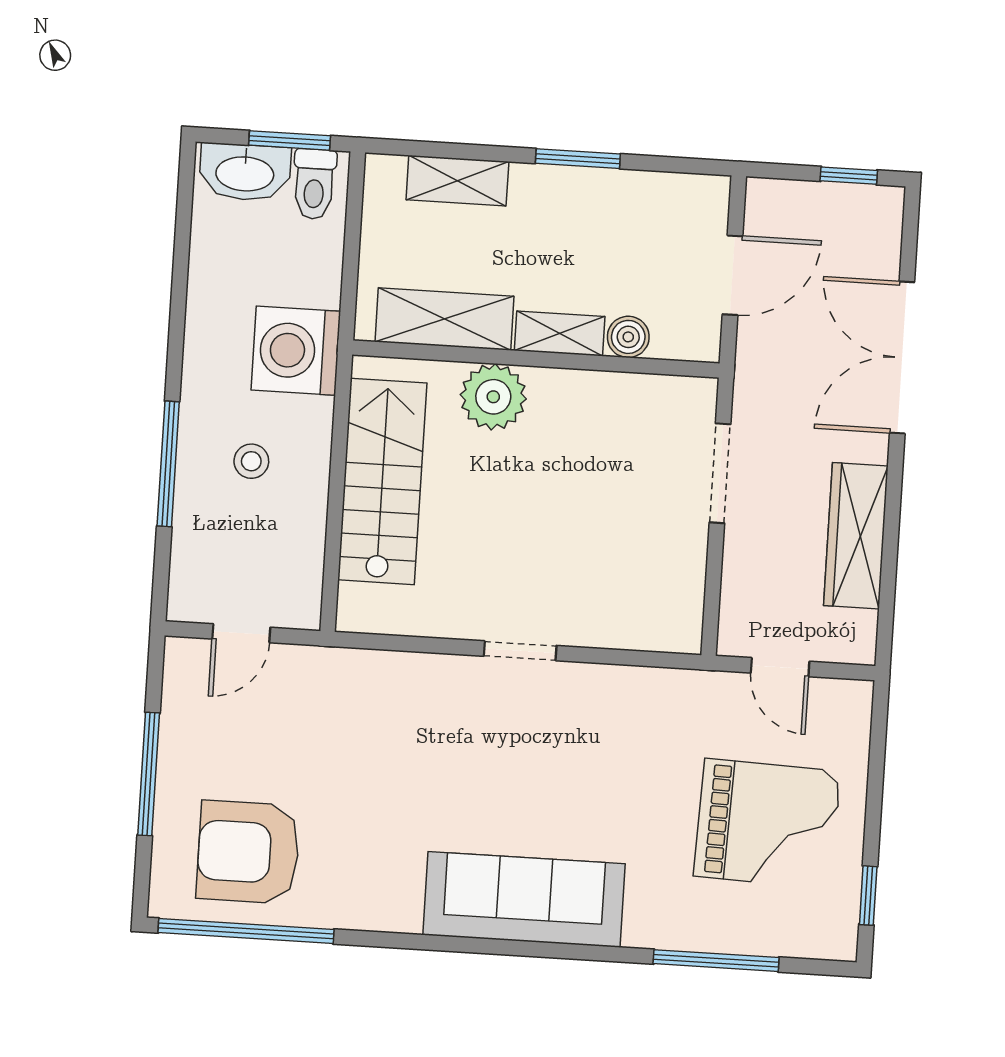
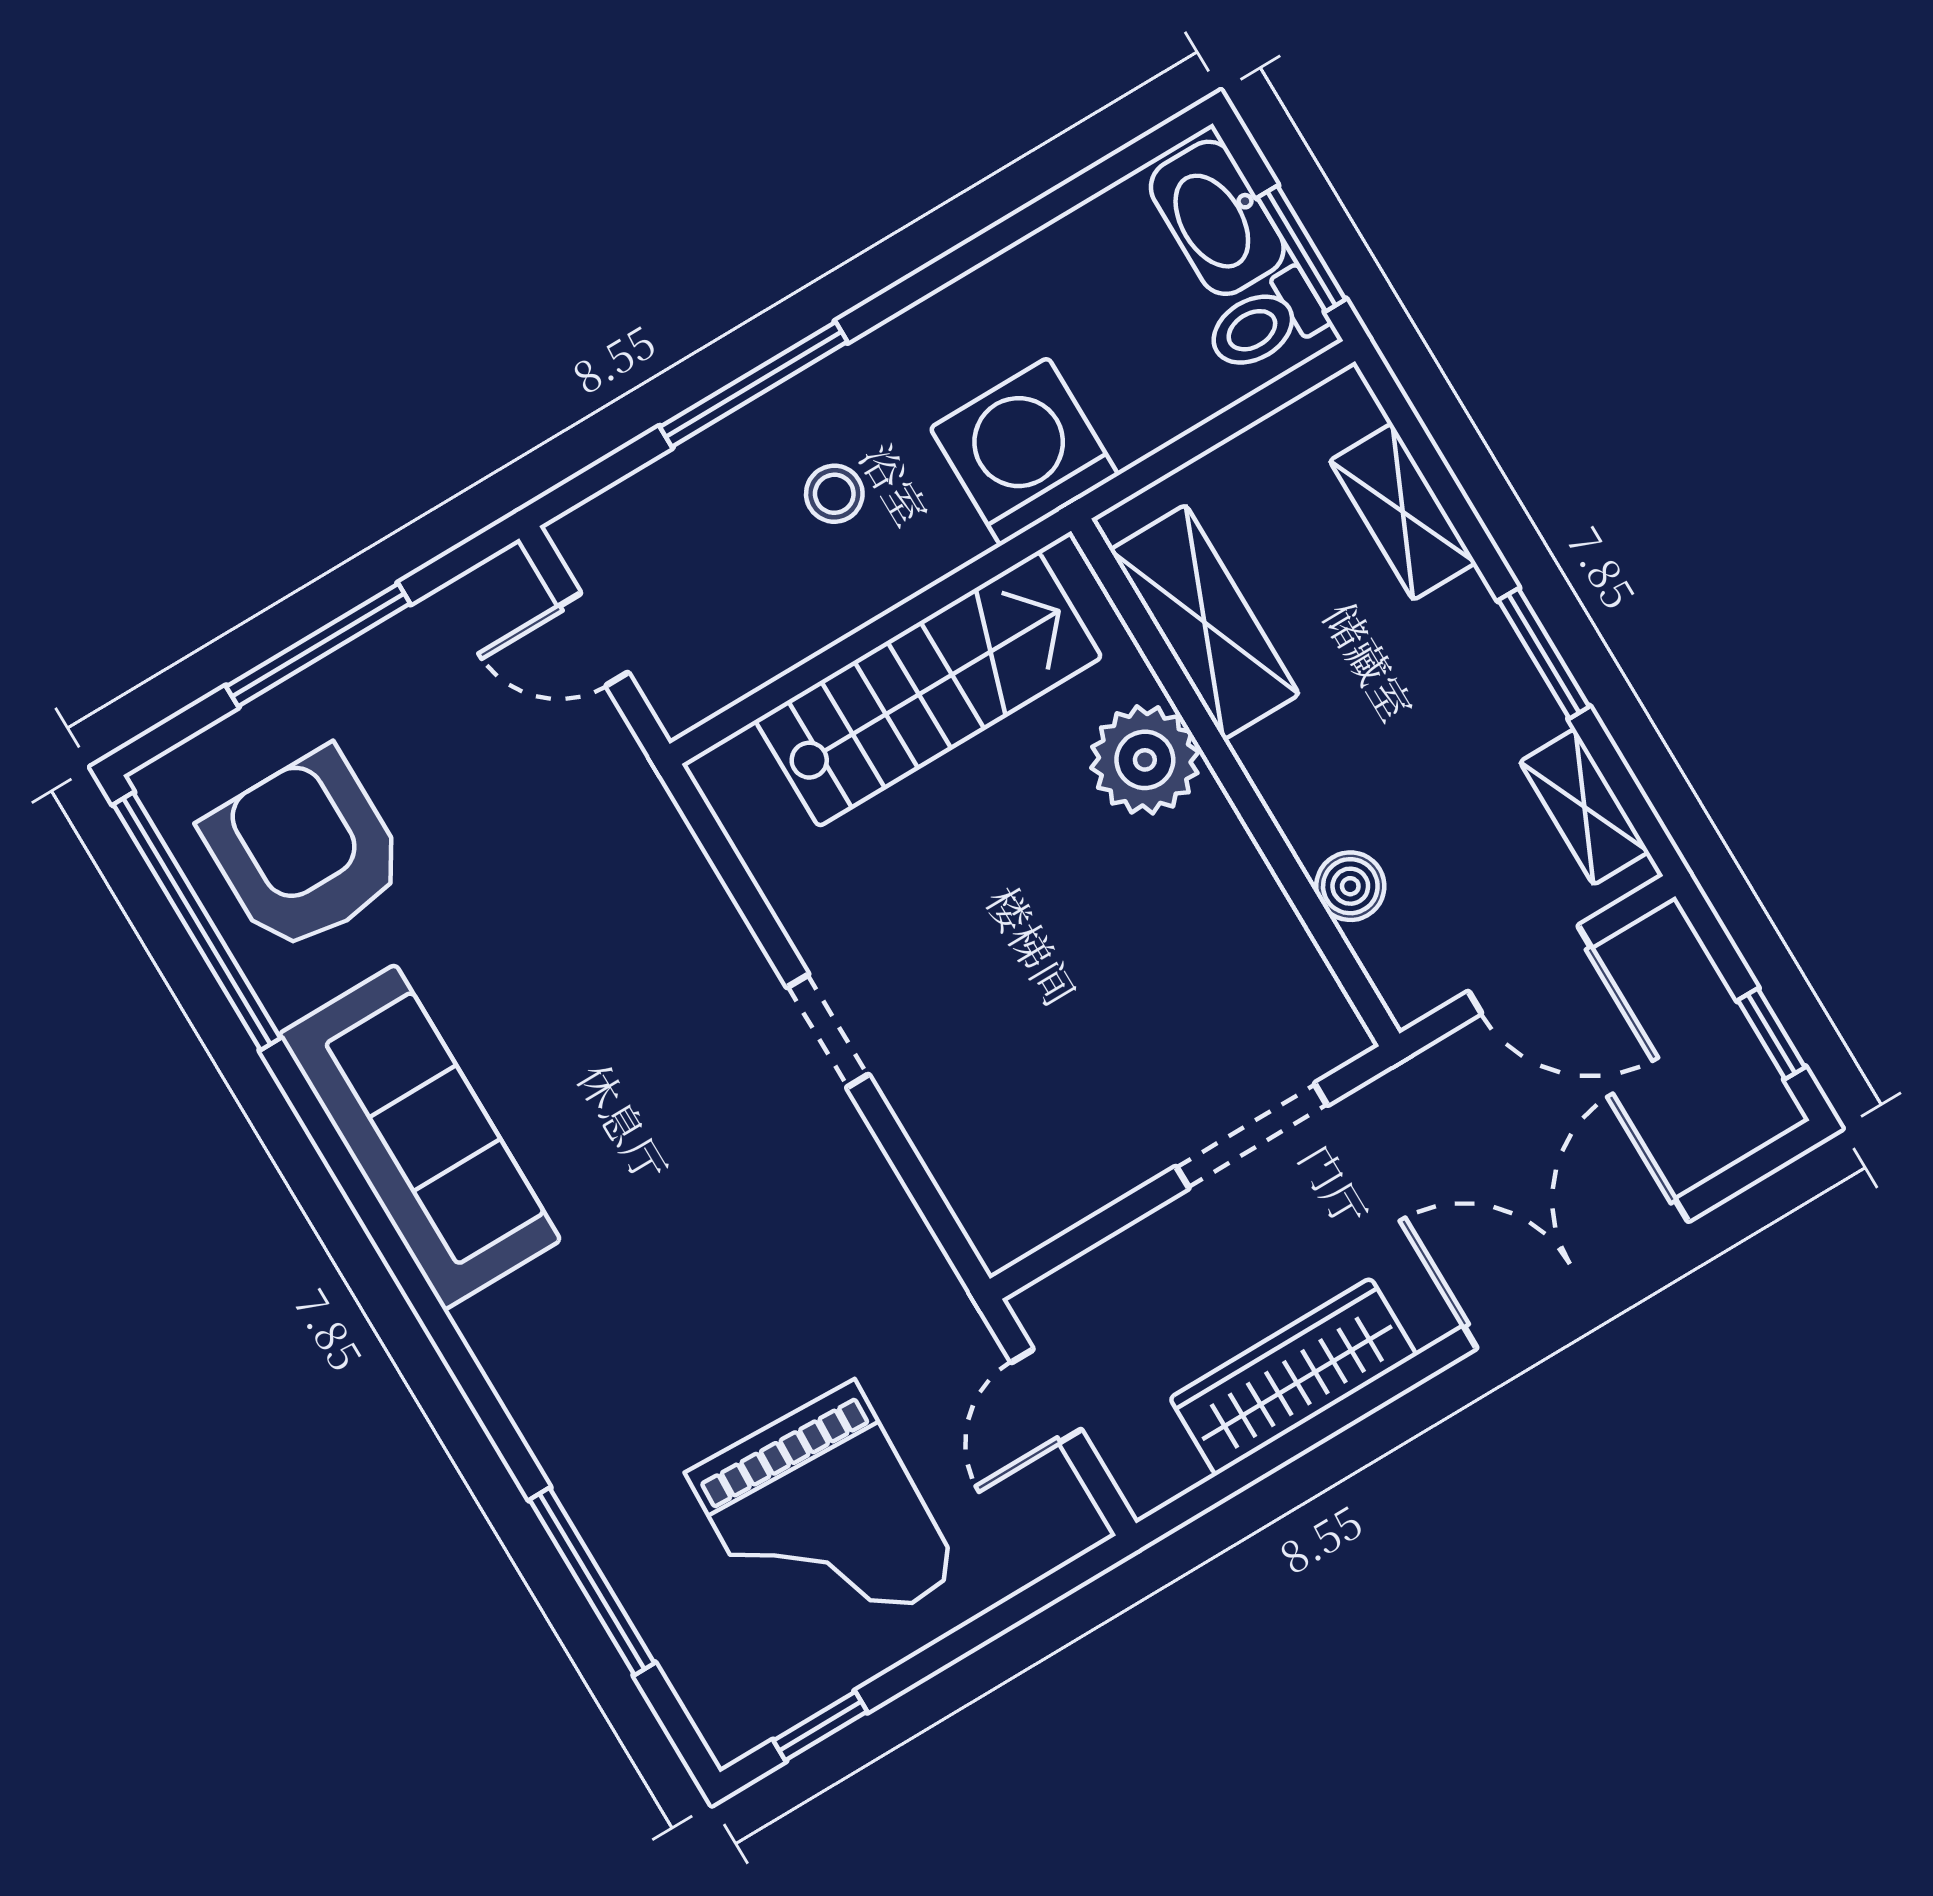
shelving: (560, 334) -> (1584, 807), moved
sofa: (524, 899) -> (419, 1137), moved

